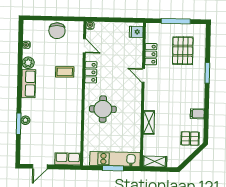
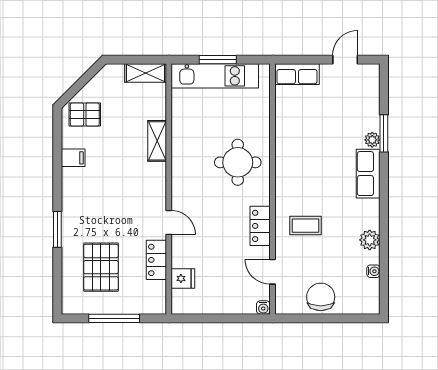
fridge: (136, 32) -> (183, 278), moved
row of seats: (29, 84) -> (368, 174), moved

